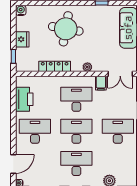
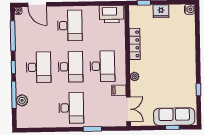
round table: (66, 29) -> (172, 54), removed
double door: (120, 74) -> (128, 109), swing flipped
printer: (24, 99) -> (112, 14), moved

